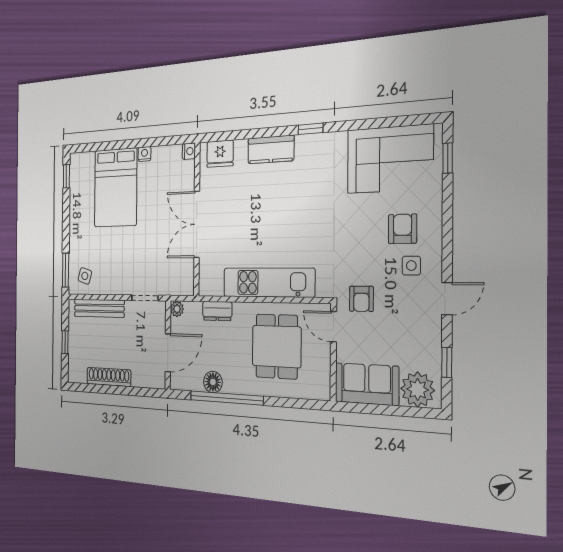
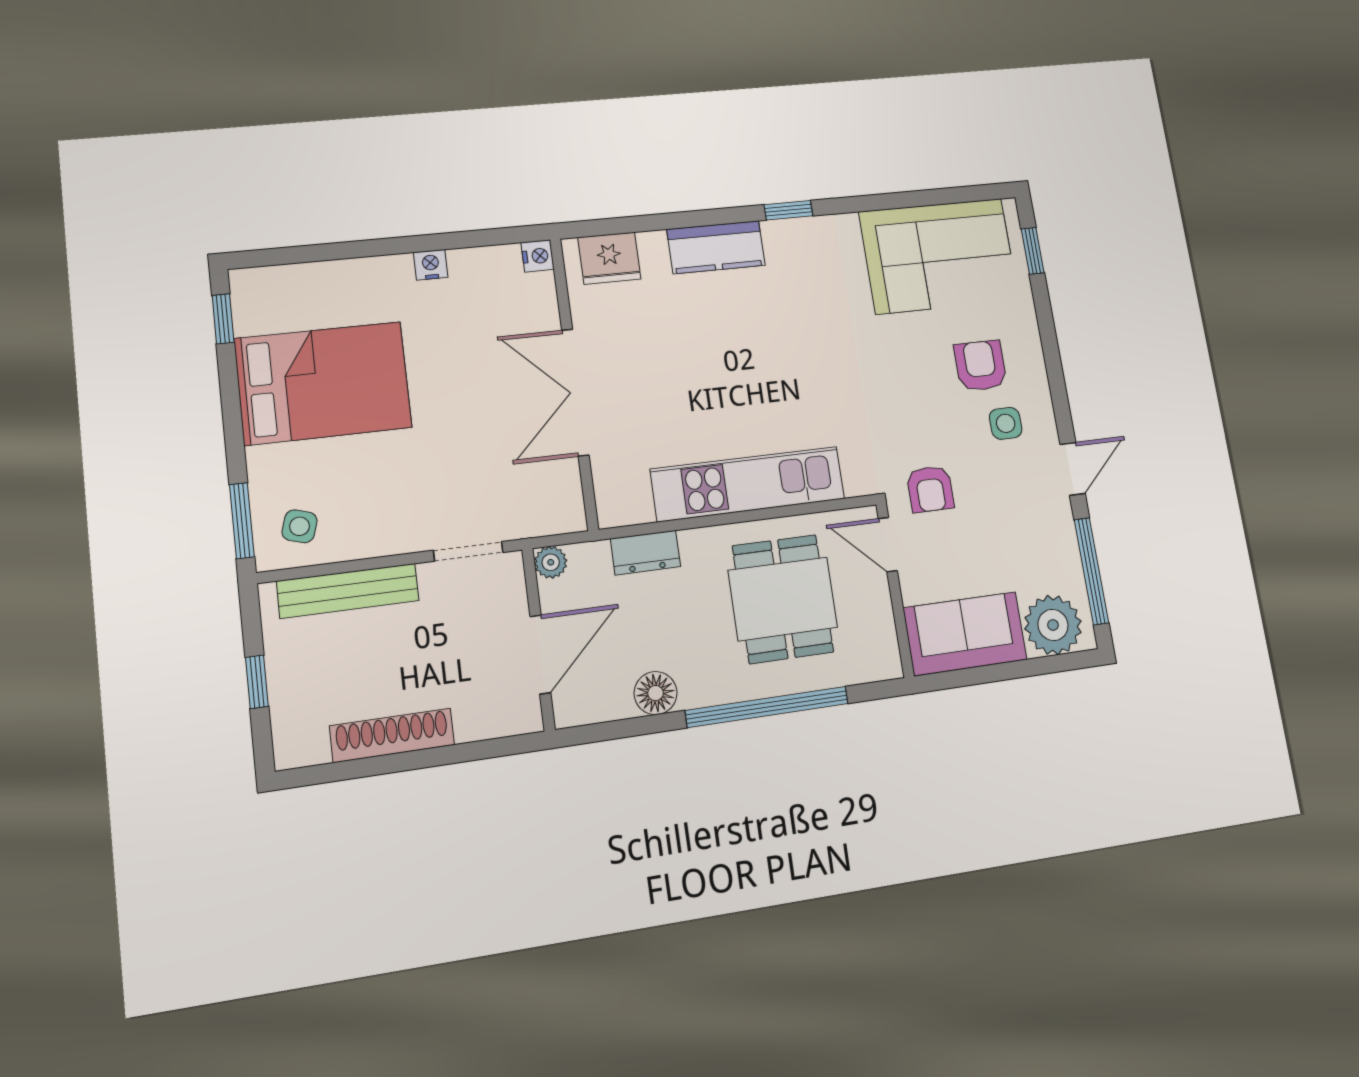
bed: (116, 188) -> (323, 383), moved, turned -90
window: (447, 362) -> (1091, 571), width x2.17
window: (226, 398) -> (767, 707), moved

